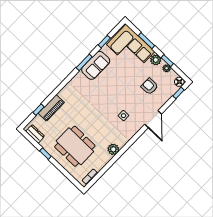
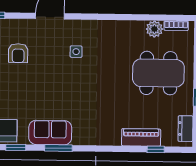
dining table: (75, 146) -> (158, 73), turned 90
plant: (113, 149) -> (154, 29), moved

